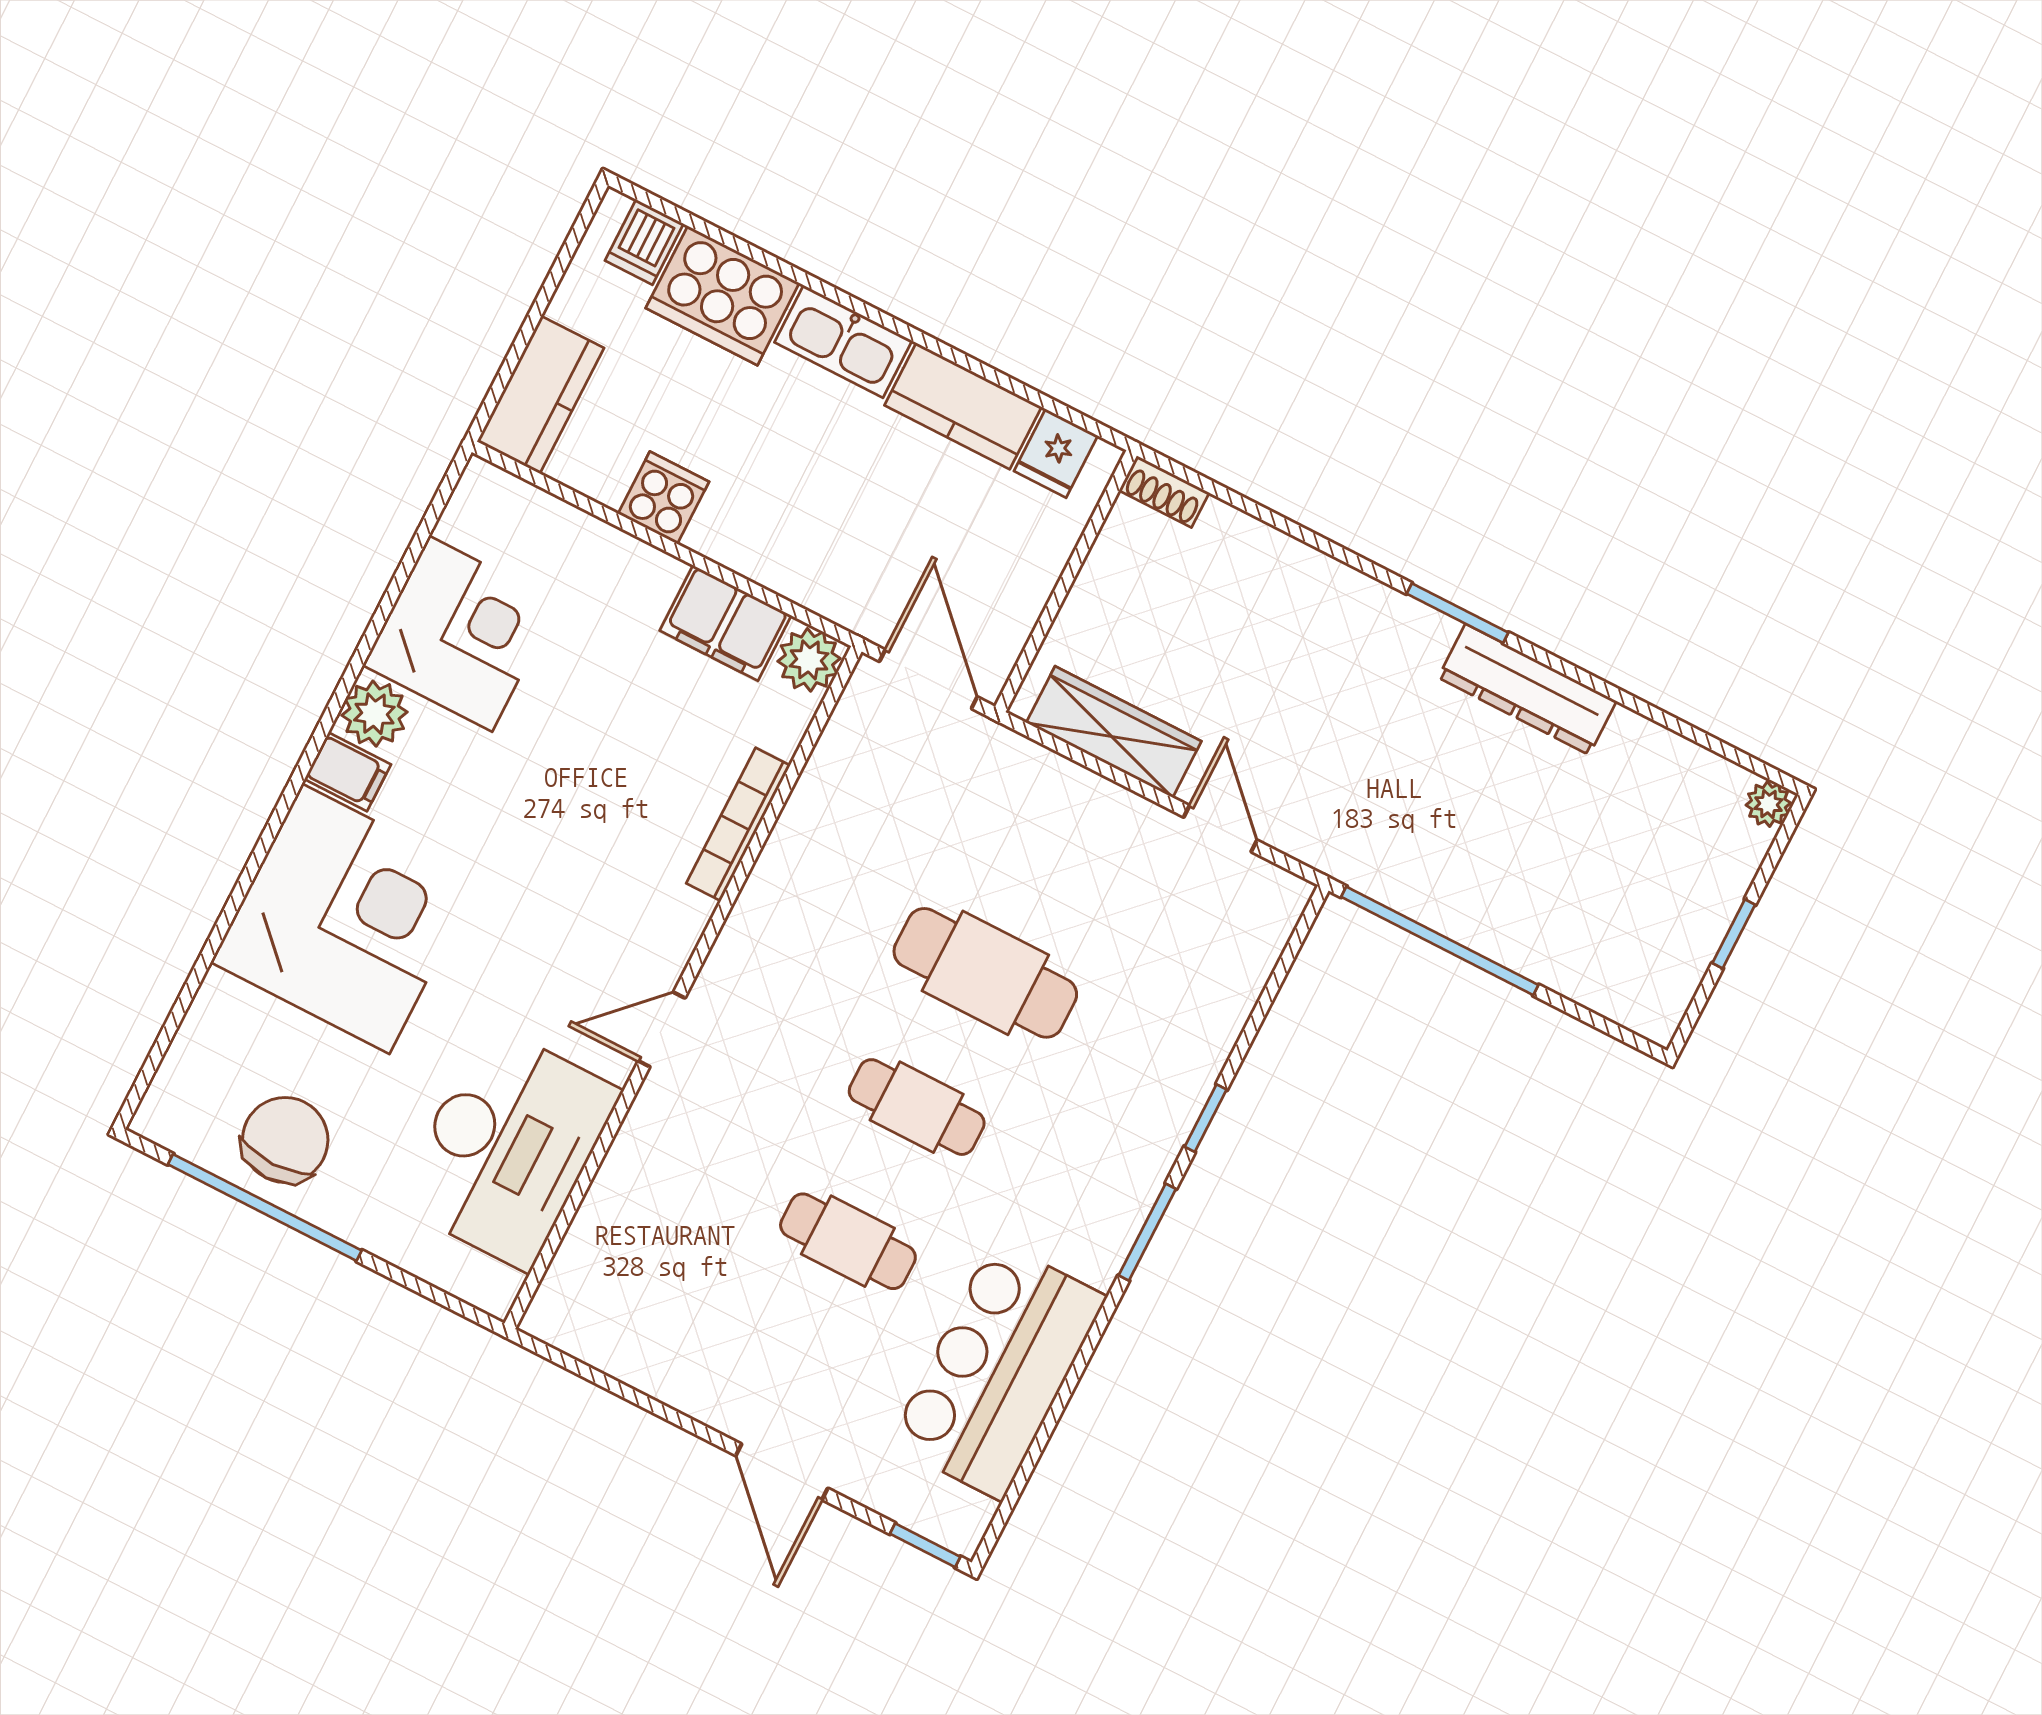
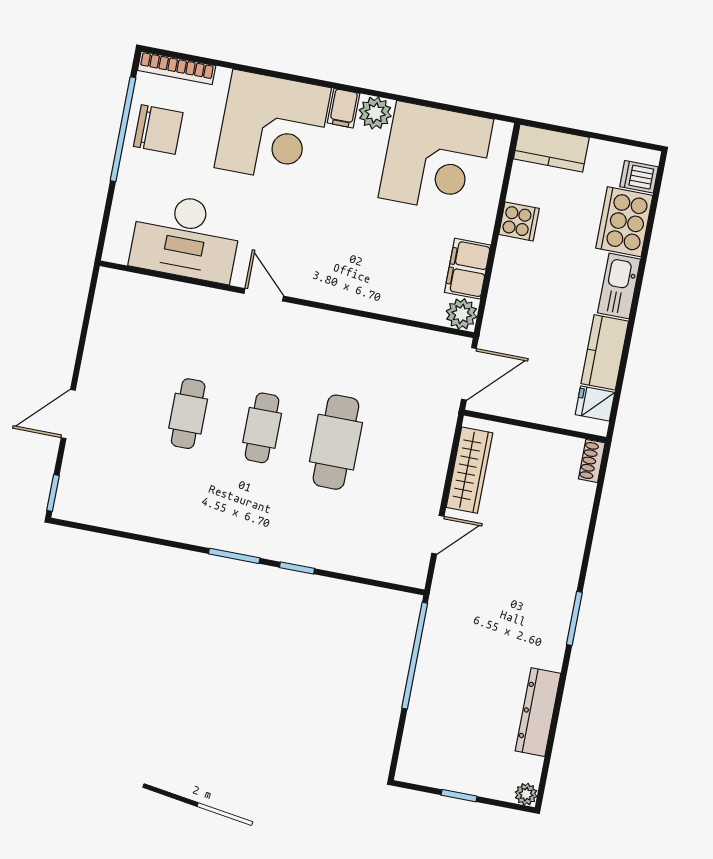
corner desk: (460, 634) -> (436, 158), width x1.36, depth x1.36
dresser: (1527, 689) -> (538, 712), moved
bookcase: (738, 824) -> (177, 68), moved, turned 180
bar counter: (998, 1370) -> (147, 503), removed

